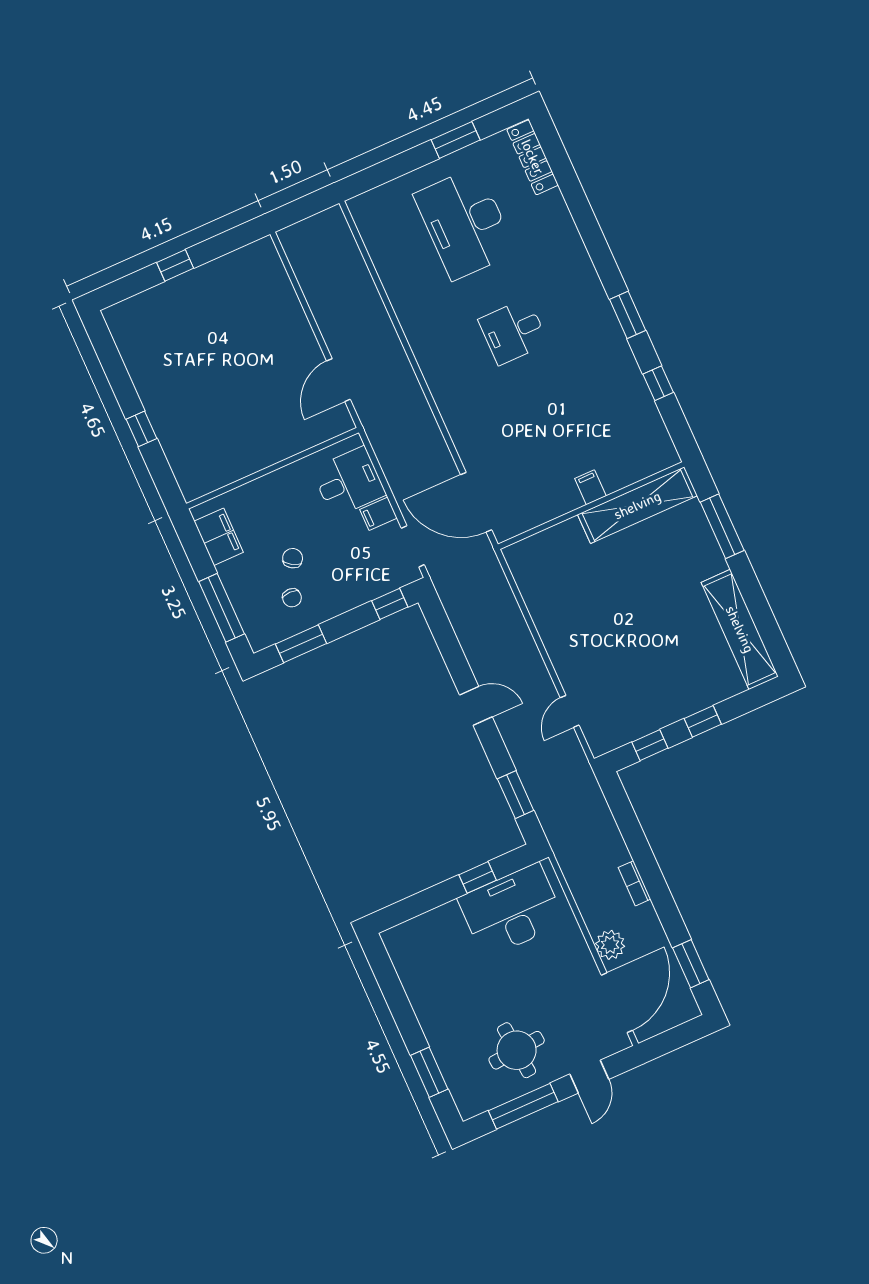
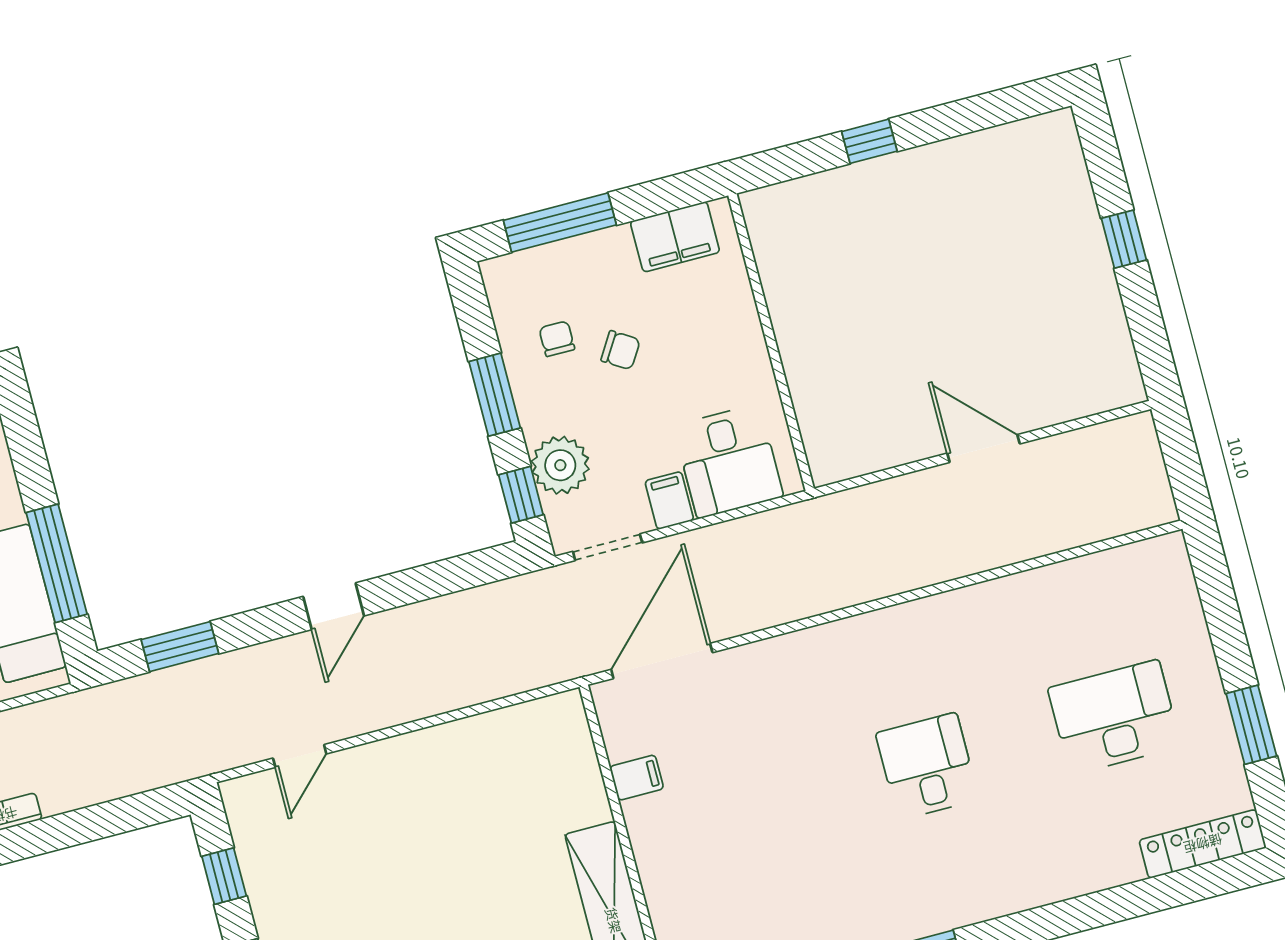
desk: (465, 223) -> (1114, 717), width x0.73, depth x0.77
door: (338, 380) -> (983, 449), moved
filing cabinet: (590, 487) -> (637, 778), moved
plant: (368, 583) -> (560, 465), added
chair: (292, 598) -> (557, 339), turned 90
window: (301, 644) -> (495, 395), moved
door: (570, 711) -> (300, 756), swing flipped
window: (478, 877) -> (57, 563), width x2.17

